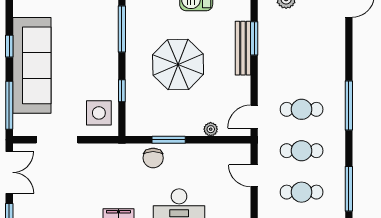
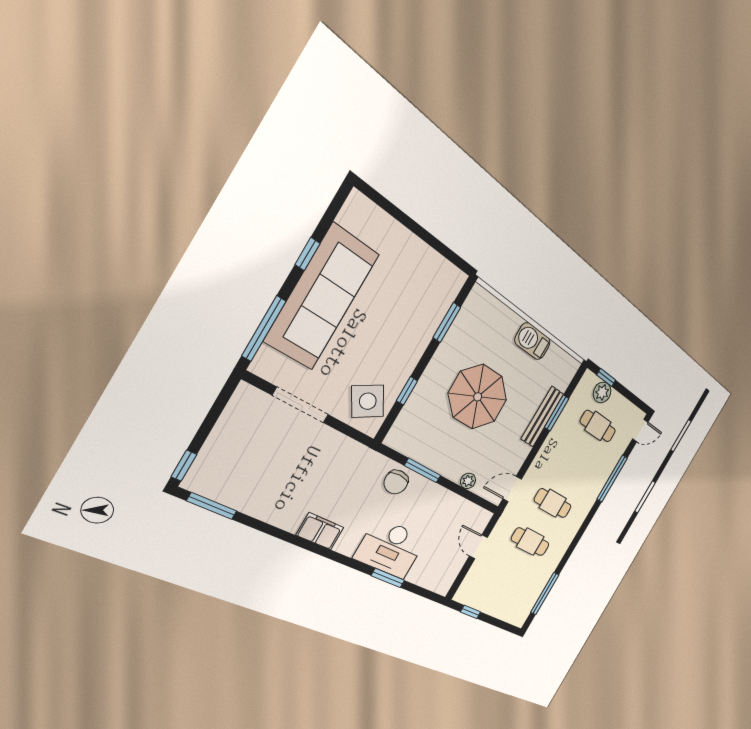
window: (122, 29) -> (447, 322), width x0.69
window: (349, 105) -> (612, 479), moved
side table: (99, 113) -> (368, 401), turned -31
double door: (9, 172) -> (215, 413), removed
cafe table: (302, 192) -> (598, 426), moved

